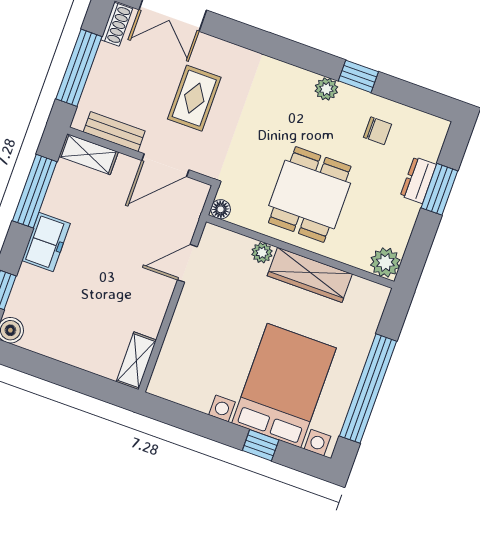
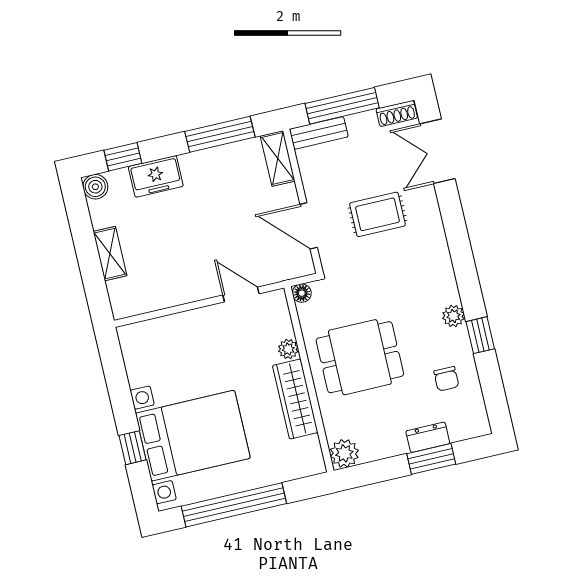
bench: (114, 132) -> (319, 133), moved, turned 90
freezer: (46, 242) -> (156, 176), moved
shelving: (136, 361) -> (110, 254), moved, turned 90

